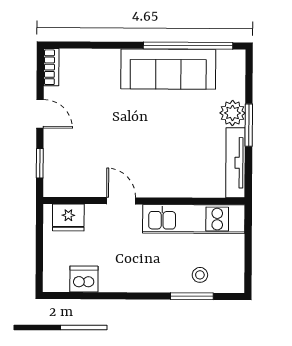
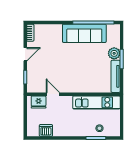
door: (40, 114) -> (25, 54), hinge flipped
door: (121, 201) -> (53, 94), moved

